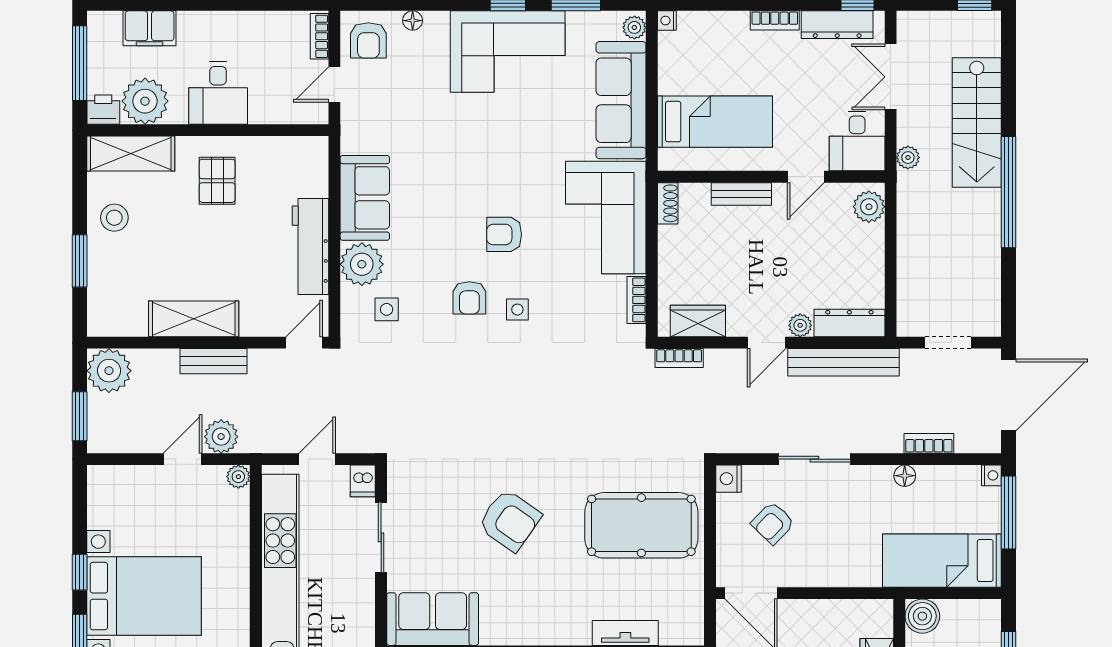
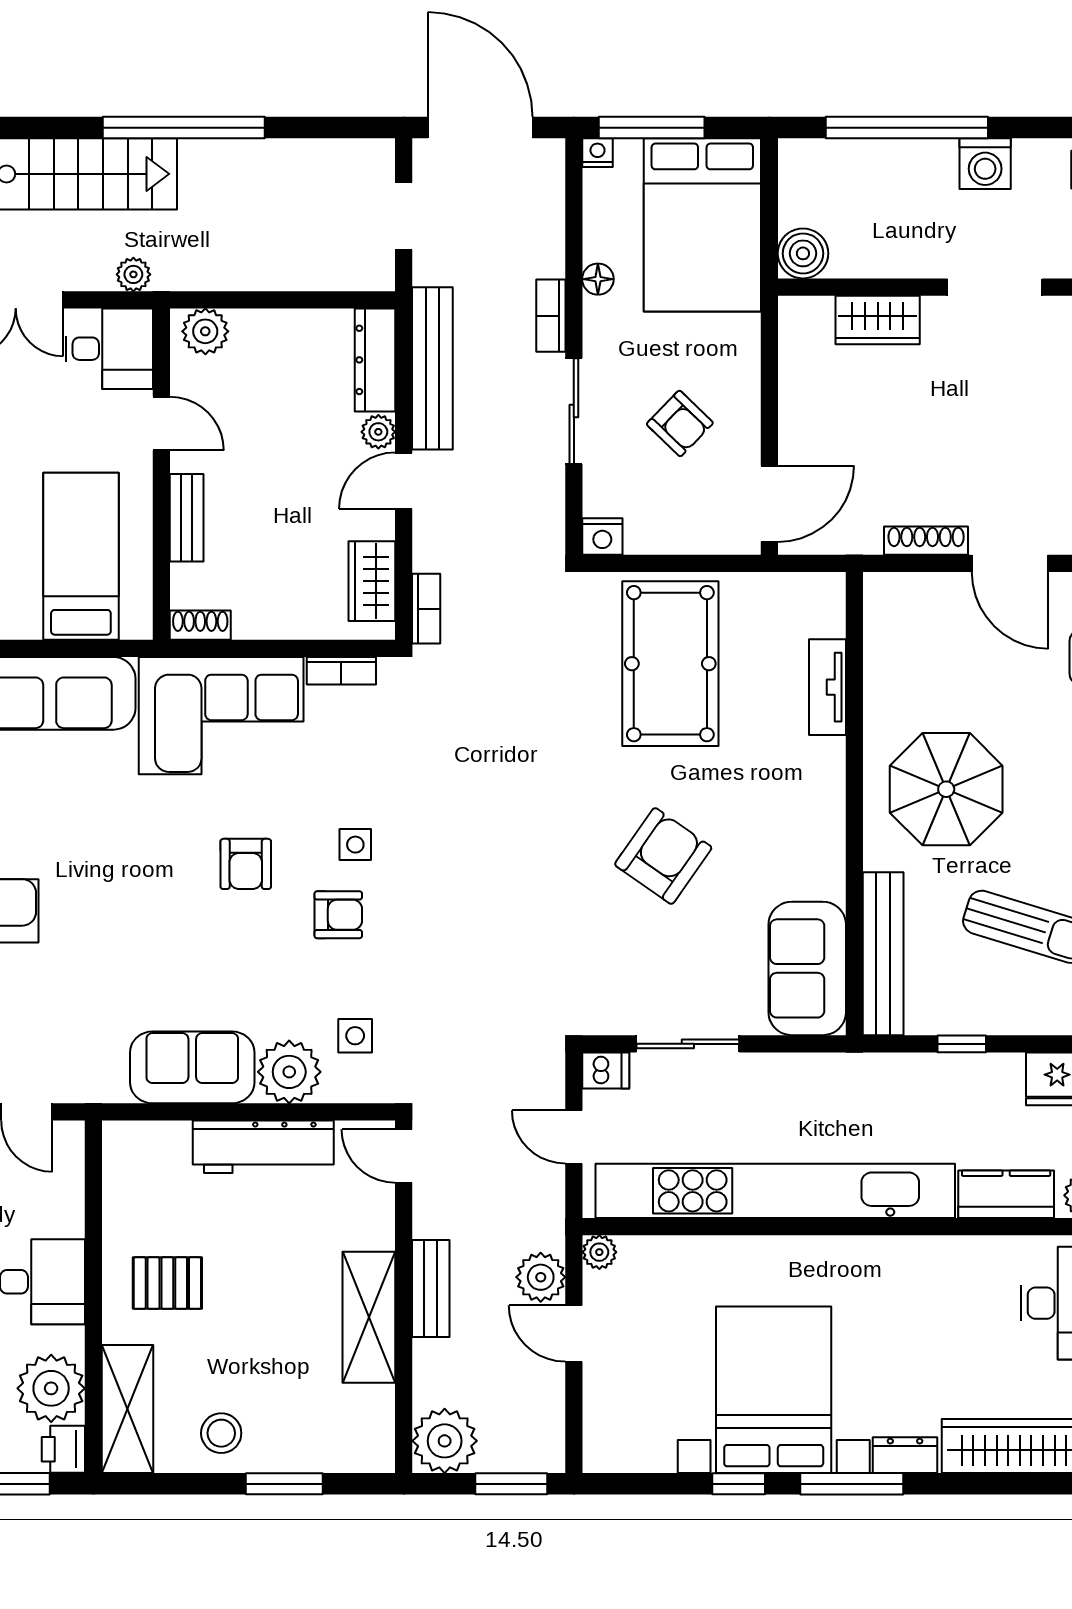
door: (767, 343) -> (404, 481), swing flipped
bookcase: (929, 443) -> (551, 316), moved
armchair: (773, 523) -> (680, 423), moved
bed: (942, 561) -> (702, 225), width x1.50

